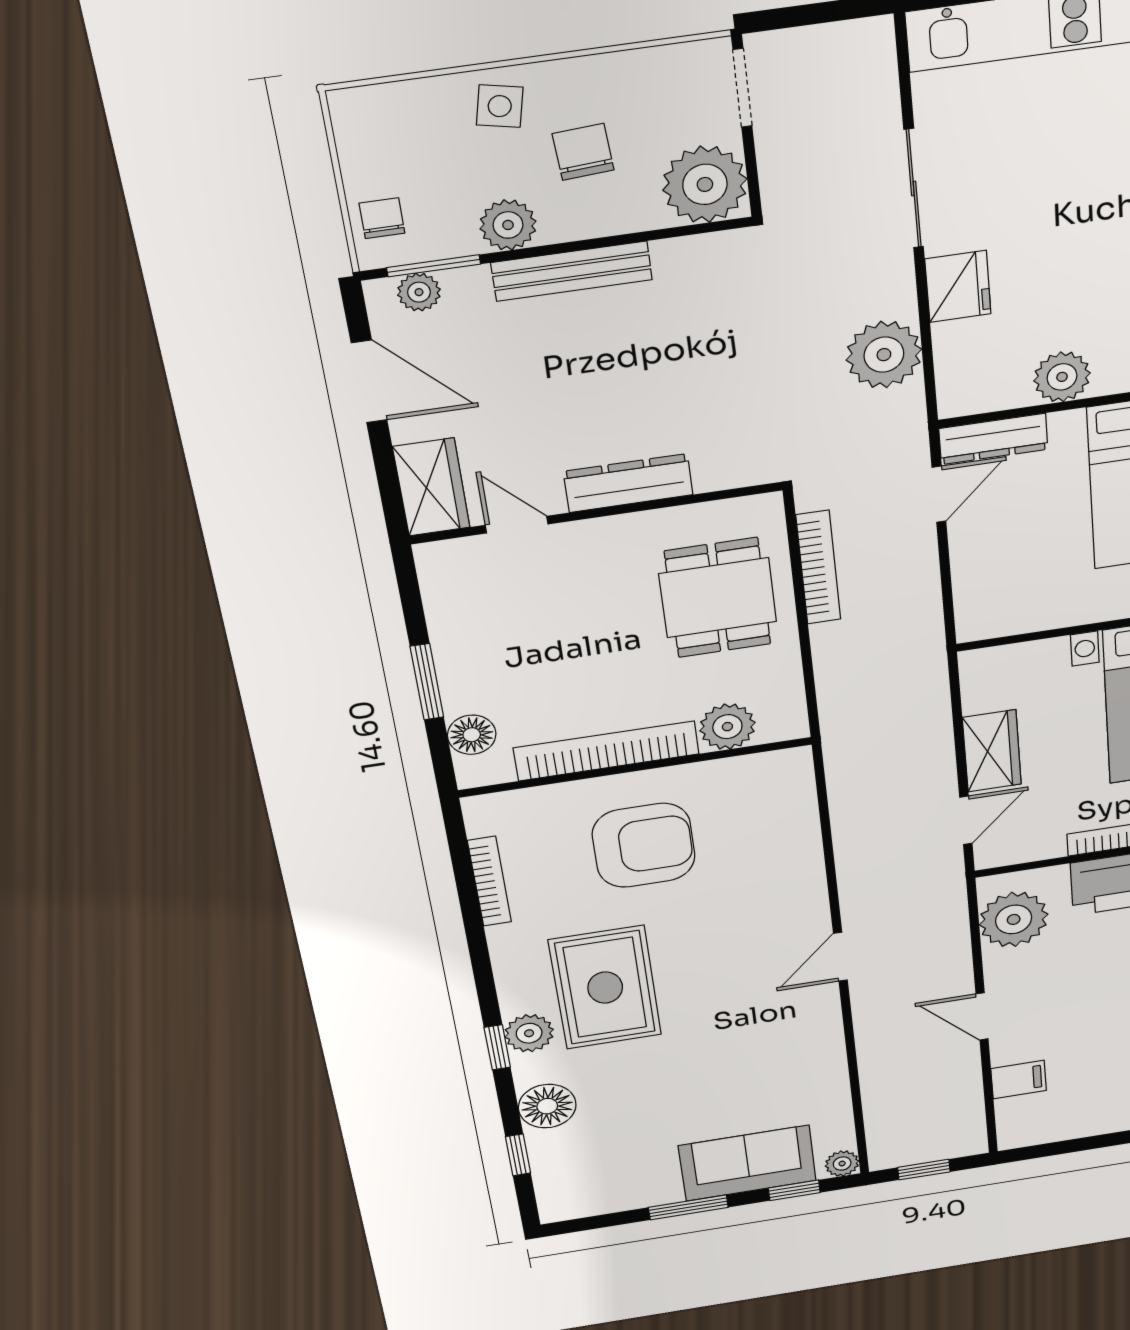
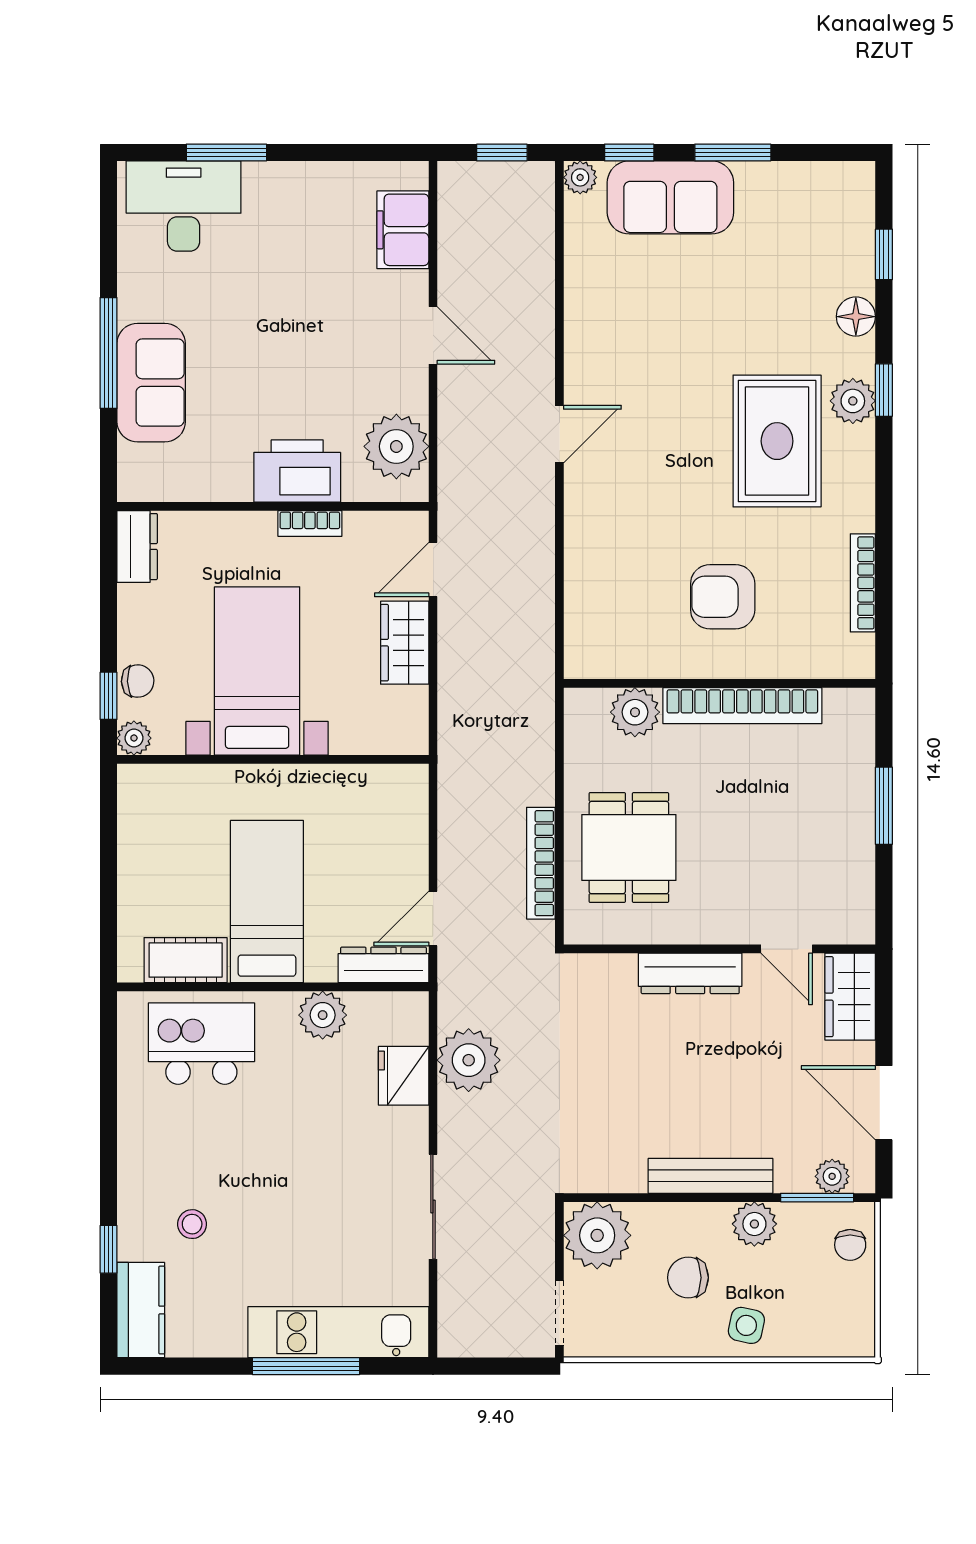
chair: (583, 152) -> (688, 1278), turned 94
fridge: (958, 286) -> (404, 1076), moved
floor lamp: (472, 735) -> (855, 744), removed
armchair: (644, 845) -> (723, 597), width x0.73, depth x0.73
filing cabinet: (1019, 1080) -> (403, 230), width x2.00
floor lamp: (547, 1106) -> (856, 317), width x0.73, depth x0.73

